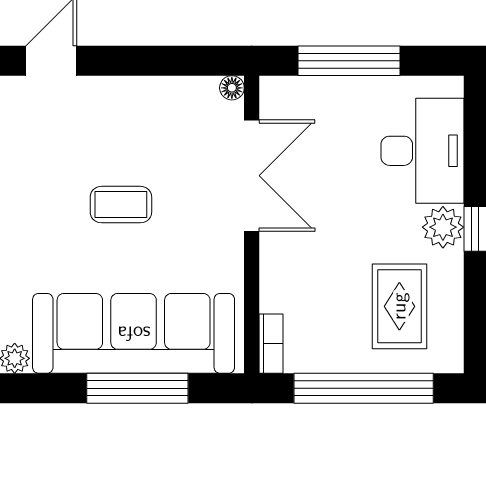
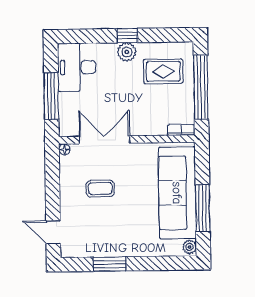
desk: (422, 151) -> (77, 67), moved, turned -90
coffee table: (121, 205) -> (100, 189), moved, turned 90
window: (137, 388) -> (203, 208), moved

